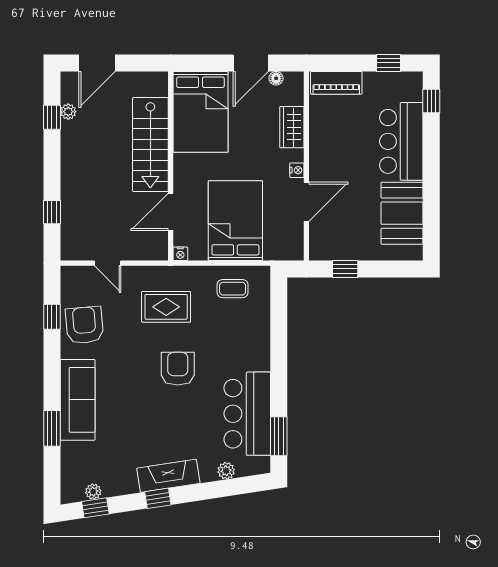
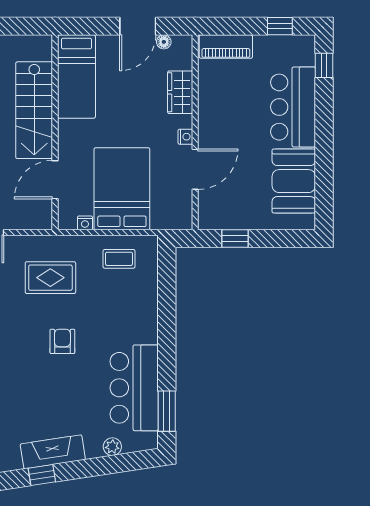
bed: (200, 112) -> (76, 77), width x0.67
nightstand: (180, 254) -> (85, 223), moved
armchair: (178, 369) -> (62, 341), width x0.72, depth x0.72

